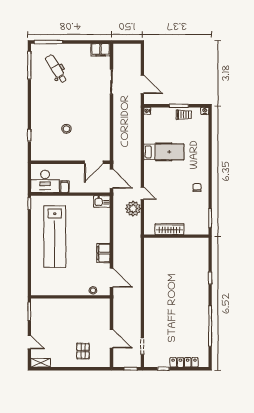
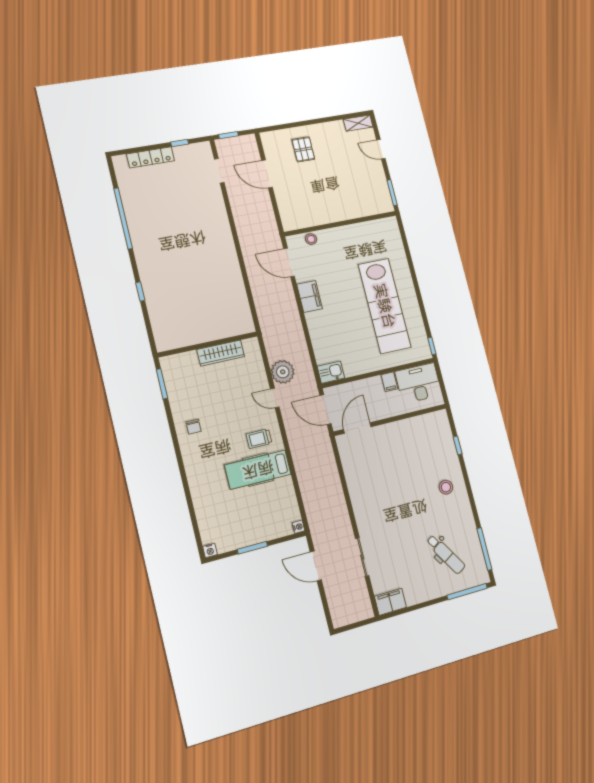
trolley: (184, 115) -> (259, 439), moved
stool: (66, 129) -> (446, 487), moved
lab bench: (55, 237) -> (385, 306), turned 180

